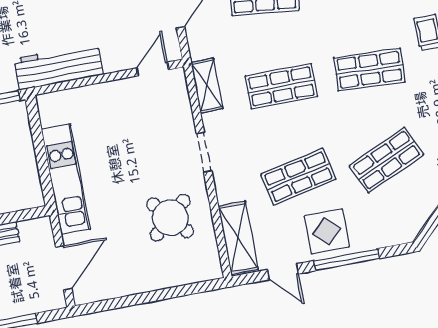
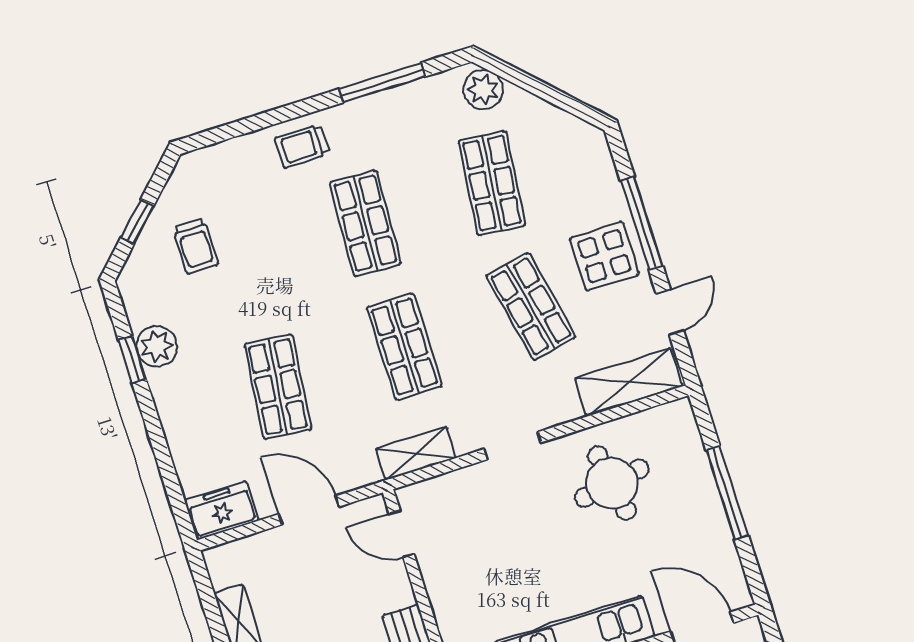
shop shelf: (386, 160) -> (492, 183), turned 30
round table: (170, 218) -> (612, 483), turned 31
window: (154, 296) -> (727, 493), added

